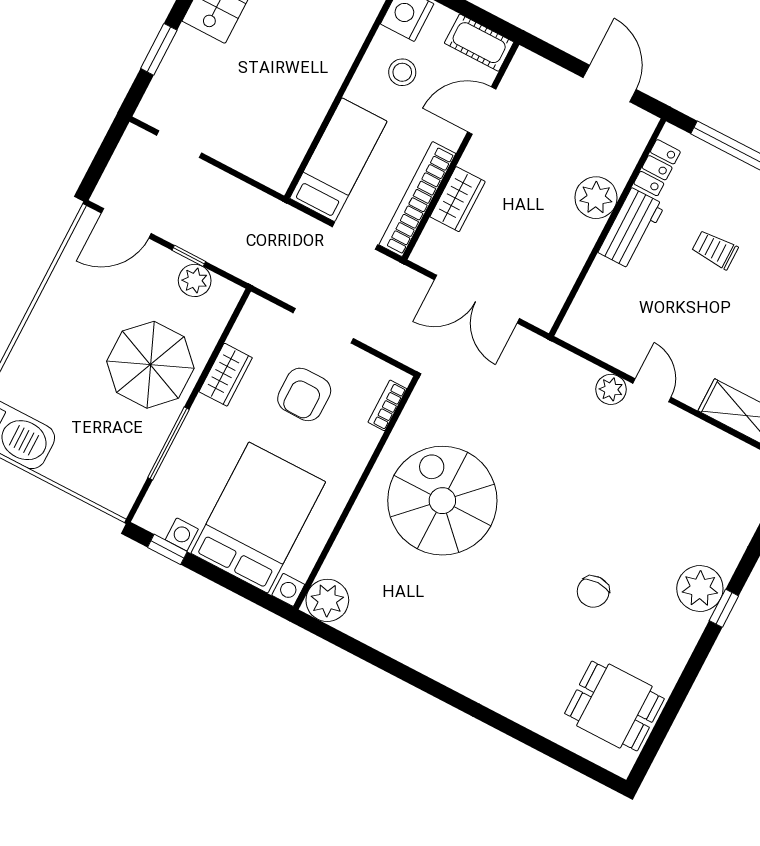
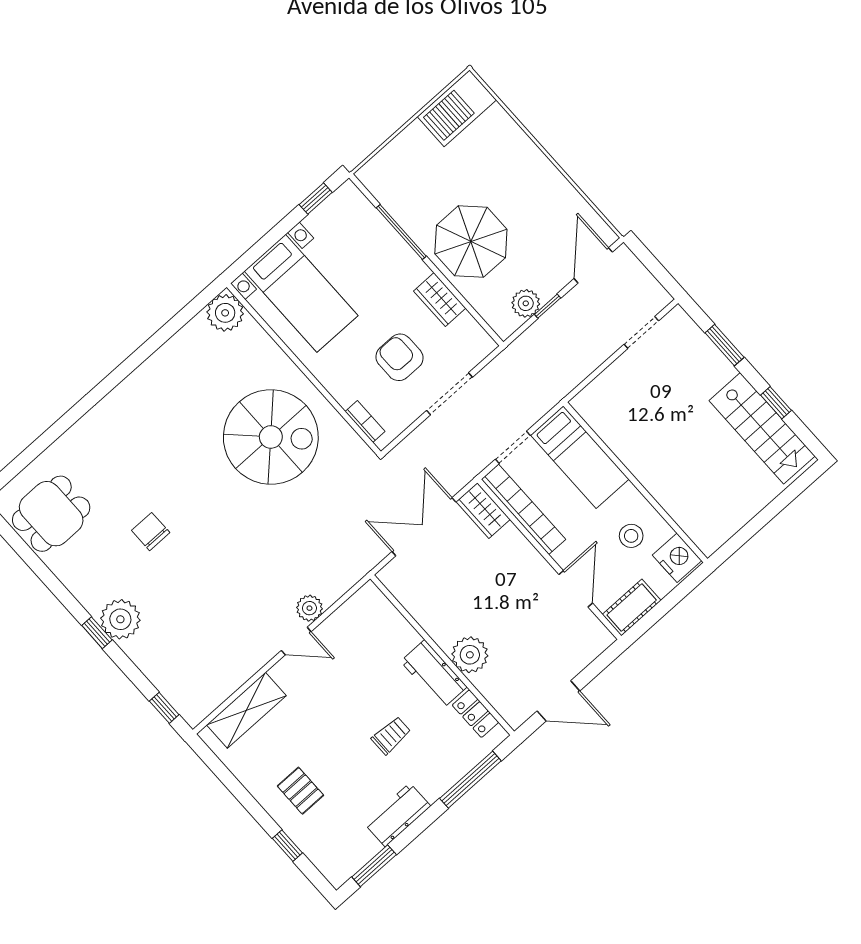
wardrobe: (458, 199) -> (483, 511), moved
bed with nightstands: (258, 518) -> (301, 293), width x0.73

